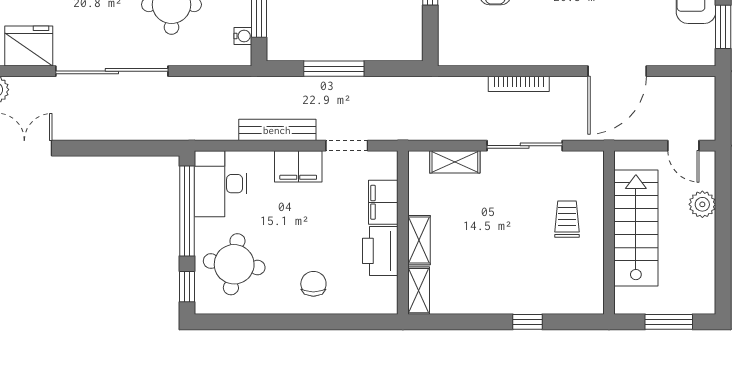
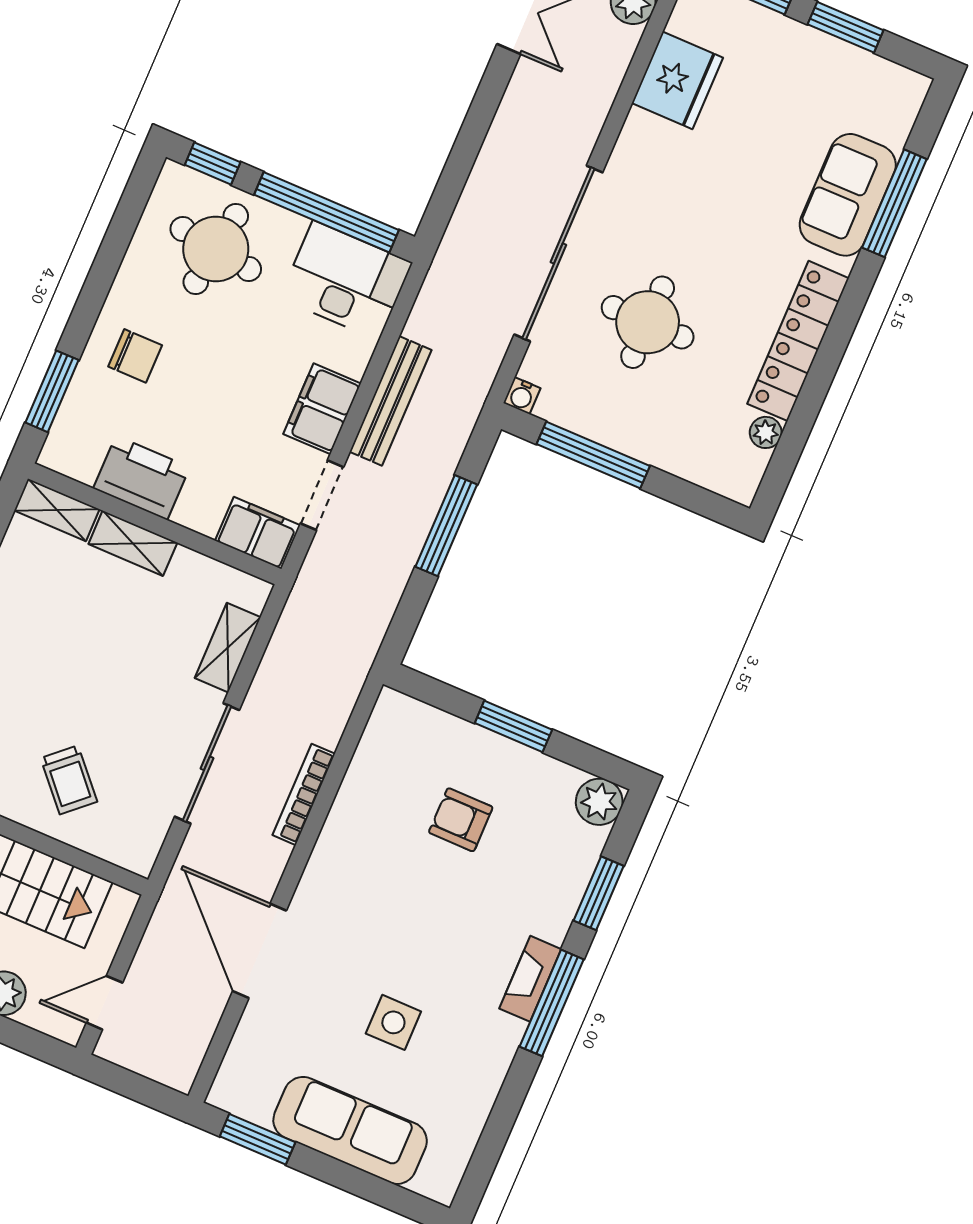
water cooler: (243, 36) -> (522, 396), moved
sliding door: (112, 71) -> (558, 253), moved
filing cabinet: (383, 202) -> (258, 533), moved
trolley: (567, 219) -> (69, 780), turned 48
window: (353, 322) -> (52, 391), added

